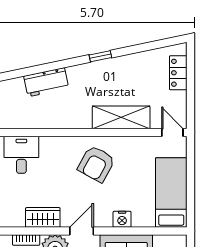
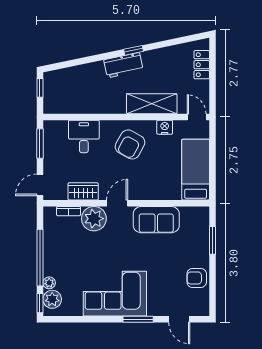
workbench: (46, 82) -> (123, 65), moved
desk: (21, 155) -> (84, 136), moved
nightstand: (122, 219) -> (165, 127), moved, turned 180

